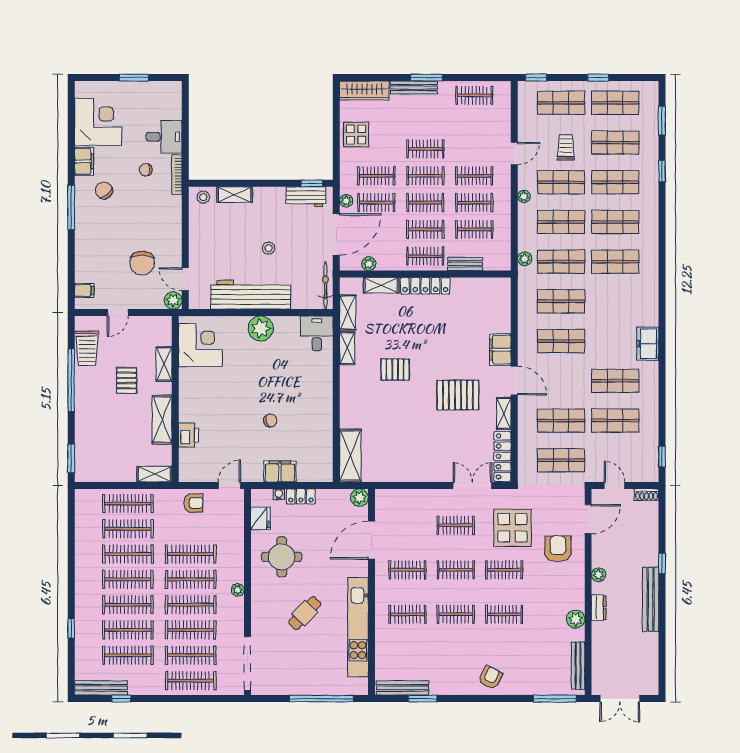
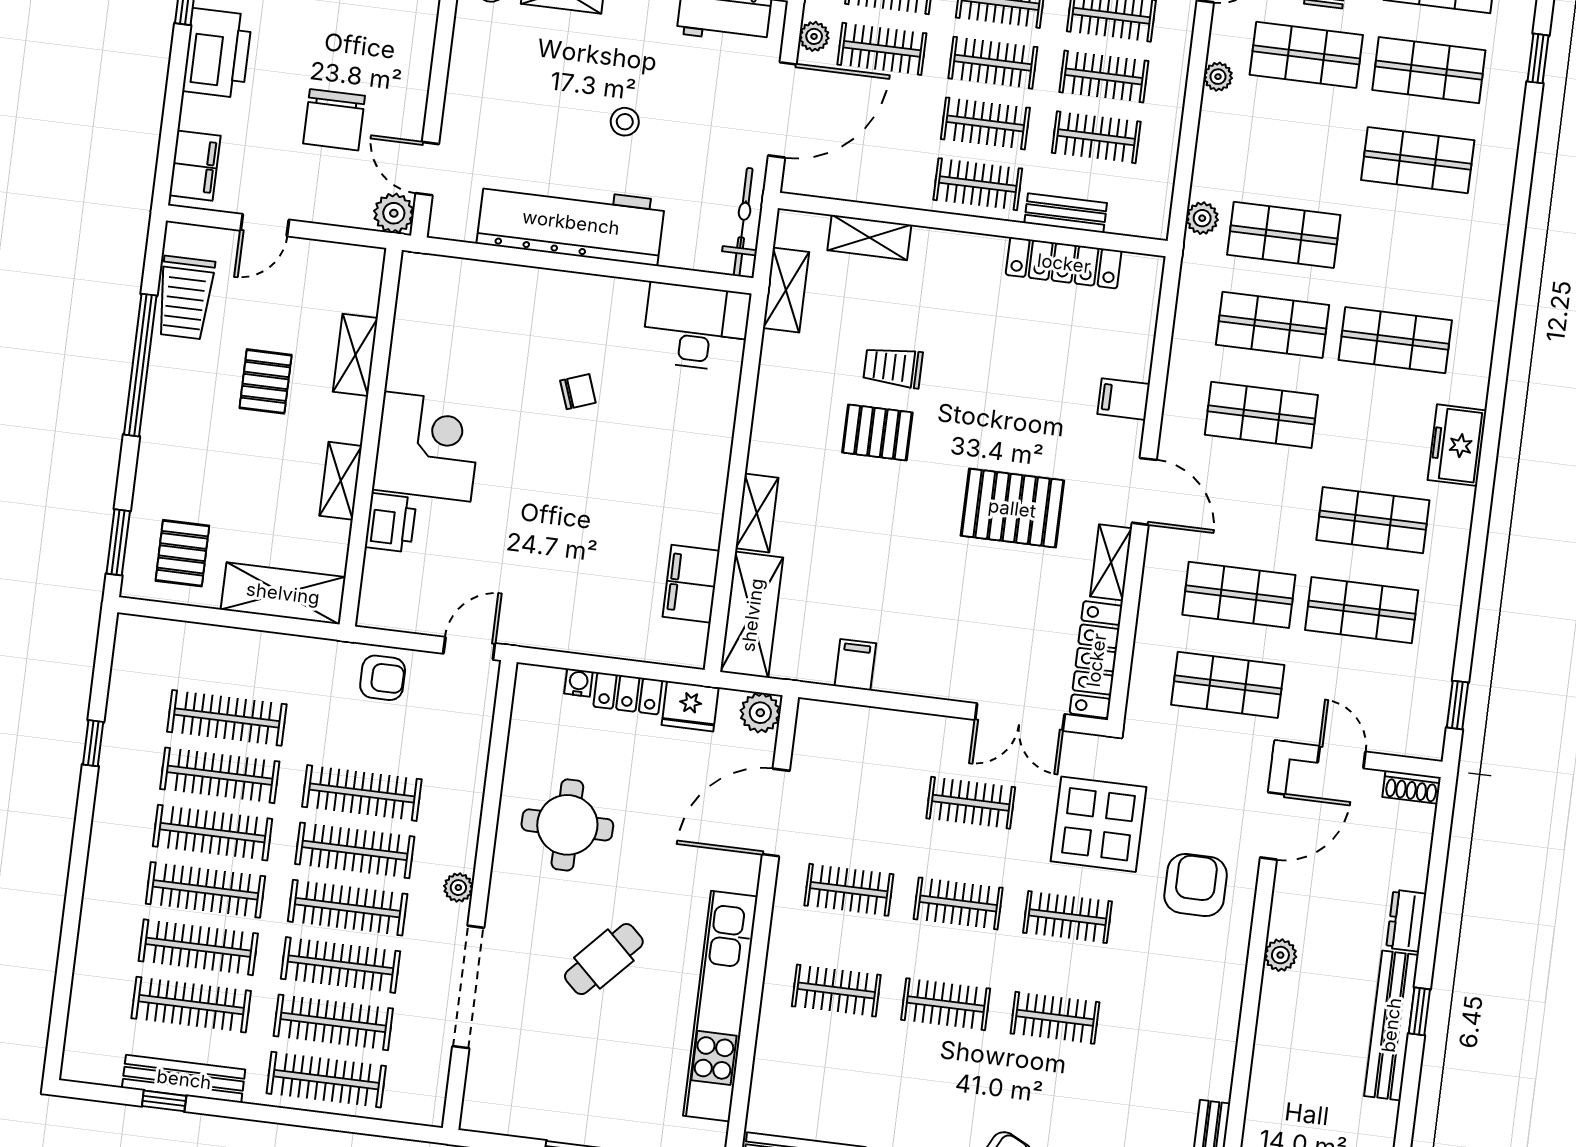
shop shelf: (561, 222) -> (1295, 145), removed
printer: (88, 240) -> (217, 53), added
shop shelf: (615, 262) -> (1395, 340), moved
plant: (369, 264) -> (848, 185), removed
locker: (425, 286) -> (1064, 263), moved
filing cabinet: (84, 290) -> (195, 166), width x2.00
plant: (261, 328) -> (584, 302), removed
desk: (317, 333) -> (696, 327), width x1.37
trolley: (398, 340) -> (893, 367), added
corner desk: (200, 345) -> (427, 446), moved
shelving: (347, 348) -> (757, 513), moved
filing cabinet: (500, 350) -> (1124, 399), width x0.50
shelving: (162, 420) -> (341, 481), width x0.67, depth x0.75
chair: (270, 421) -> (578, 392), moved
pallet: (100, 460) -> (182, 553), added
filing cabinet: (280, 471) -> (691, 584), moved, turned -90
filing cabinet: (398, 472) -> (855, 665), added
shelving: (154, 474) -> (283, 593), width x1.50, depth x1.33
double door: (472, 485) -> (1020, 717), swing flipped
clothes rail: (128, 503) -> (234, 661), removed
fridge: (261, 518) -> (690, 706), moved, turned 90
window: (662, 563) -> (1419, 1011), moved
dresser: (599, 608) -> (1406, 921), moved, turned 180
plant: (576, 619) -> (1216, 1049), removed
window: (71, 628) -> (93, 743), moved
doorway: (247, 663) -> (468, 987), moved
bench: (101, 688) -> (184, 1079), moved

